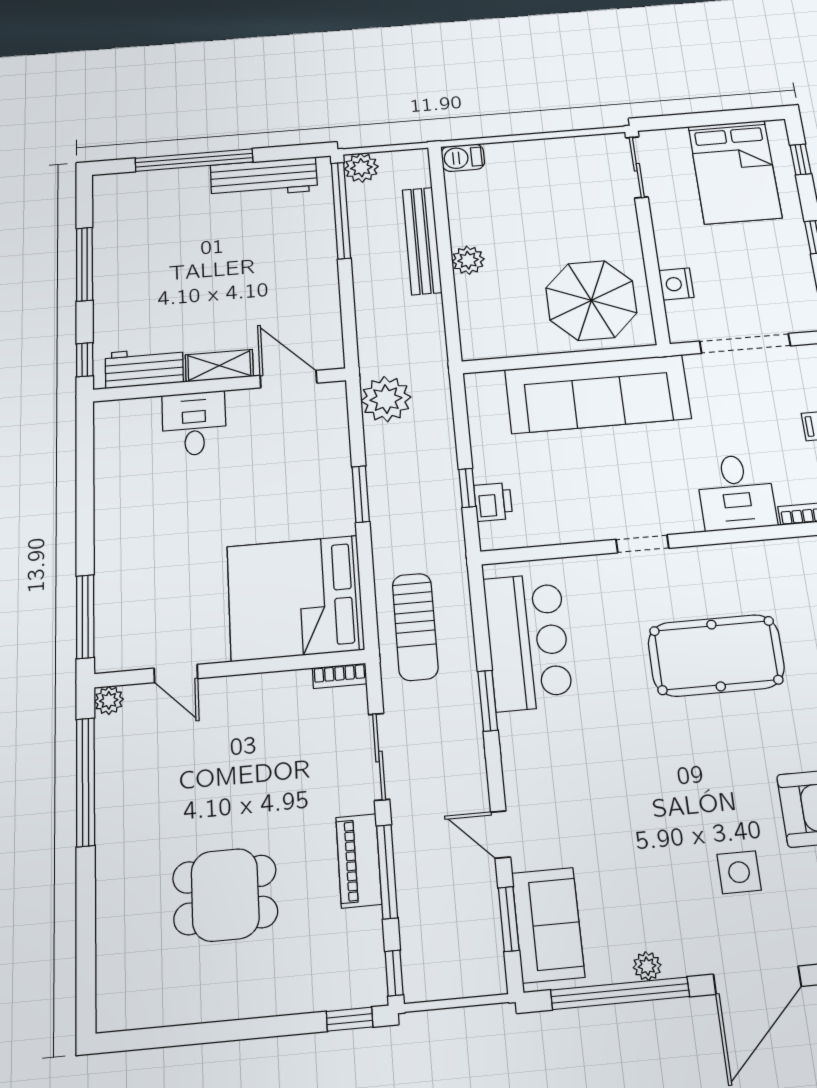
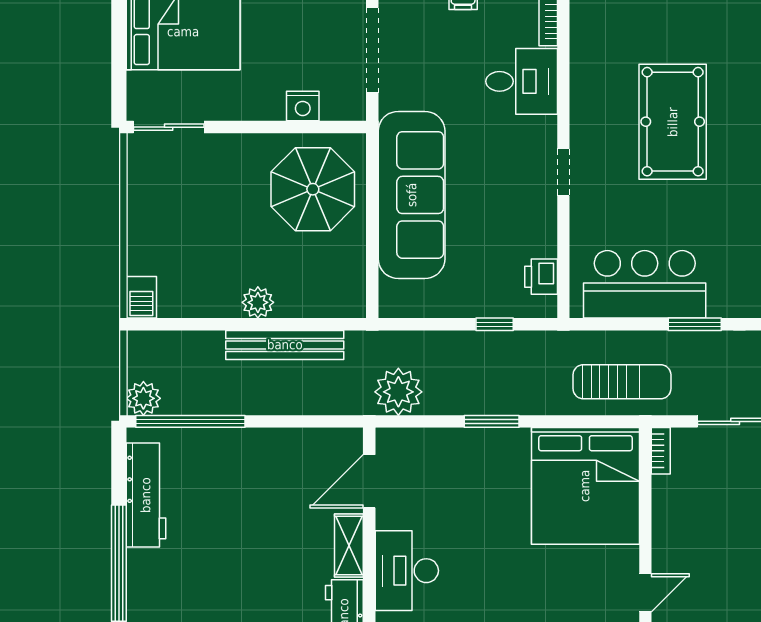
bench: (422, 241) -> (285, 345), moved
desk: (194, 424) -> (407, 571), width x1.37
printer: (493, 502) -> (541, 277), moved, turned -90

